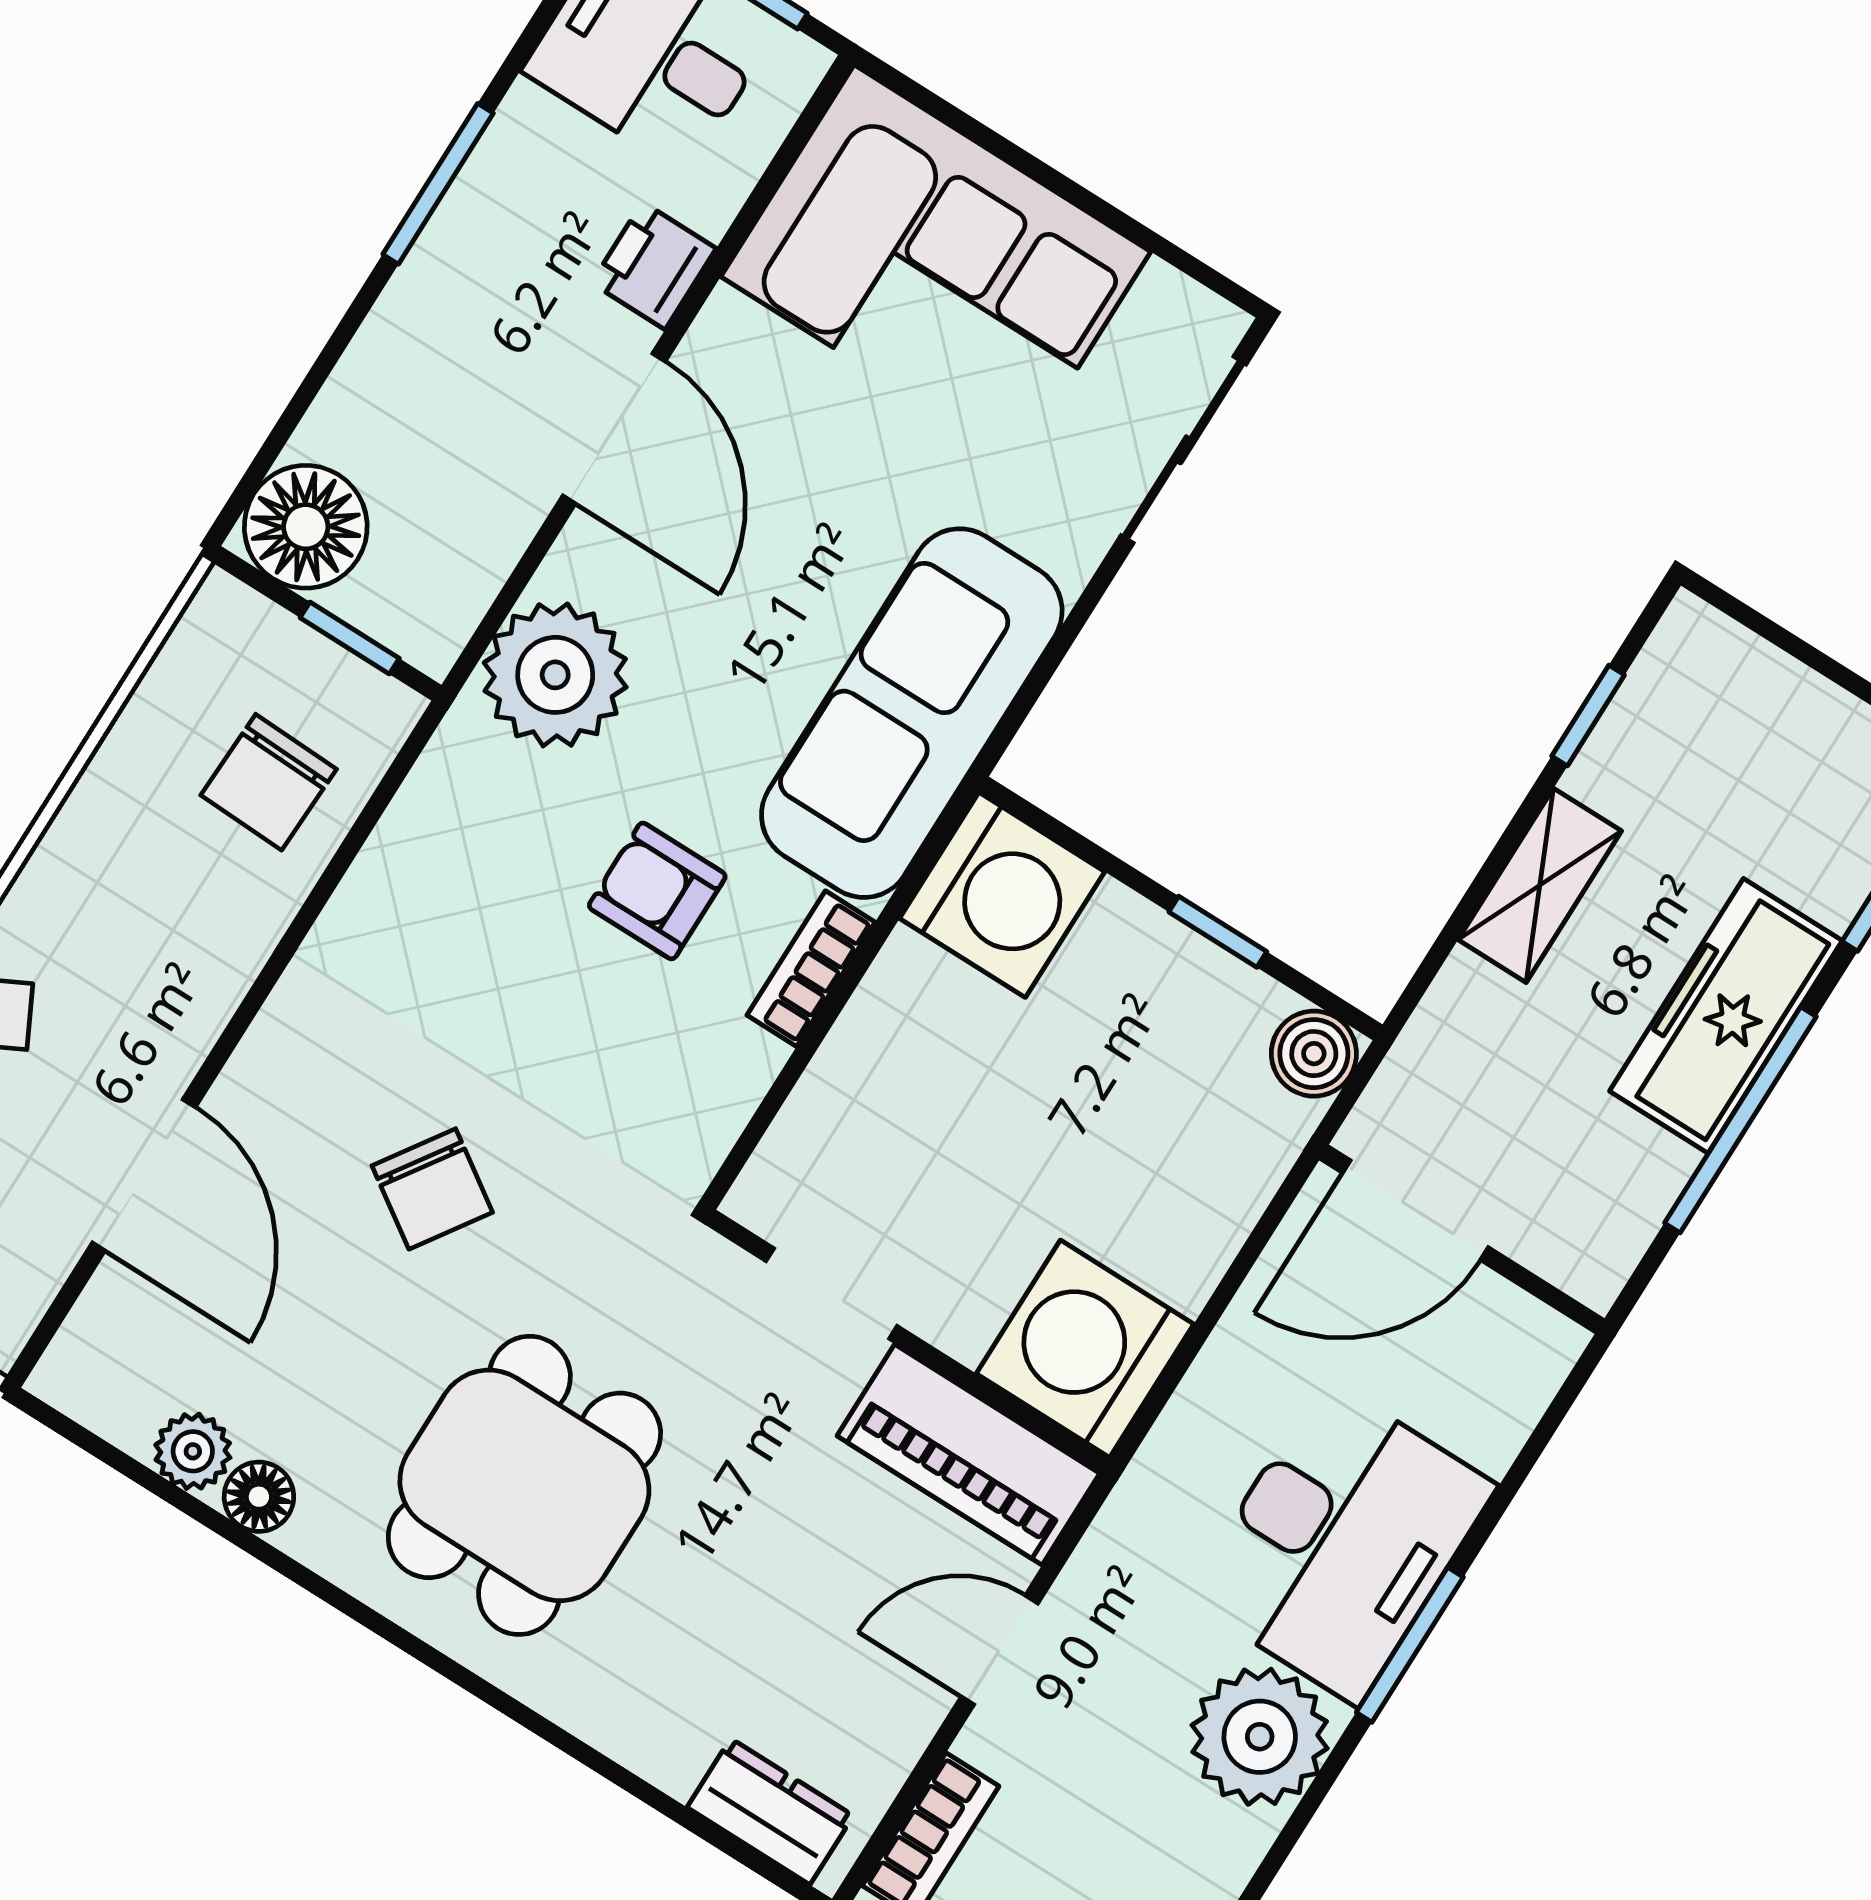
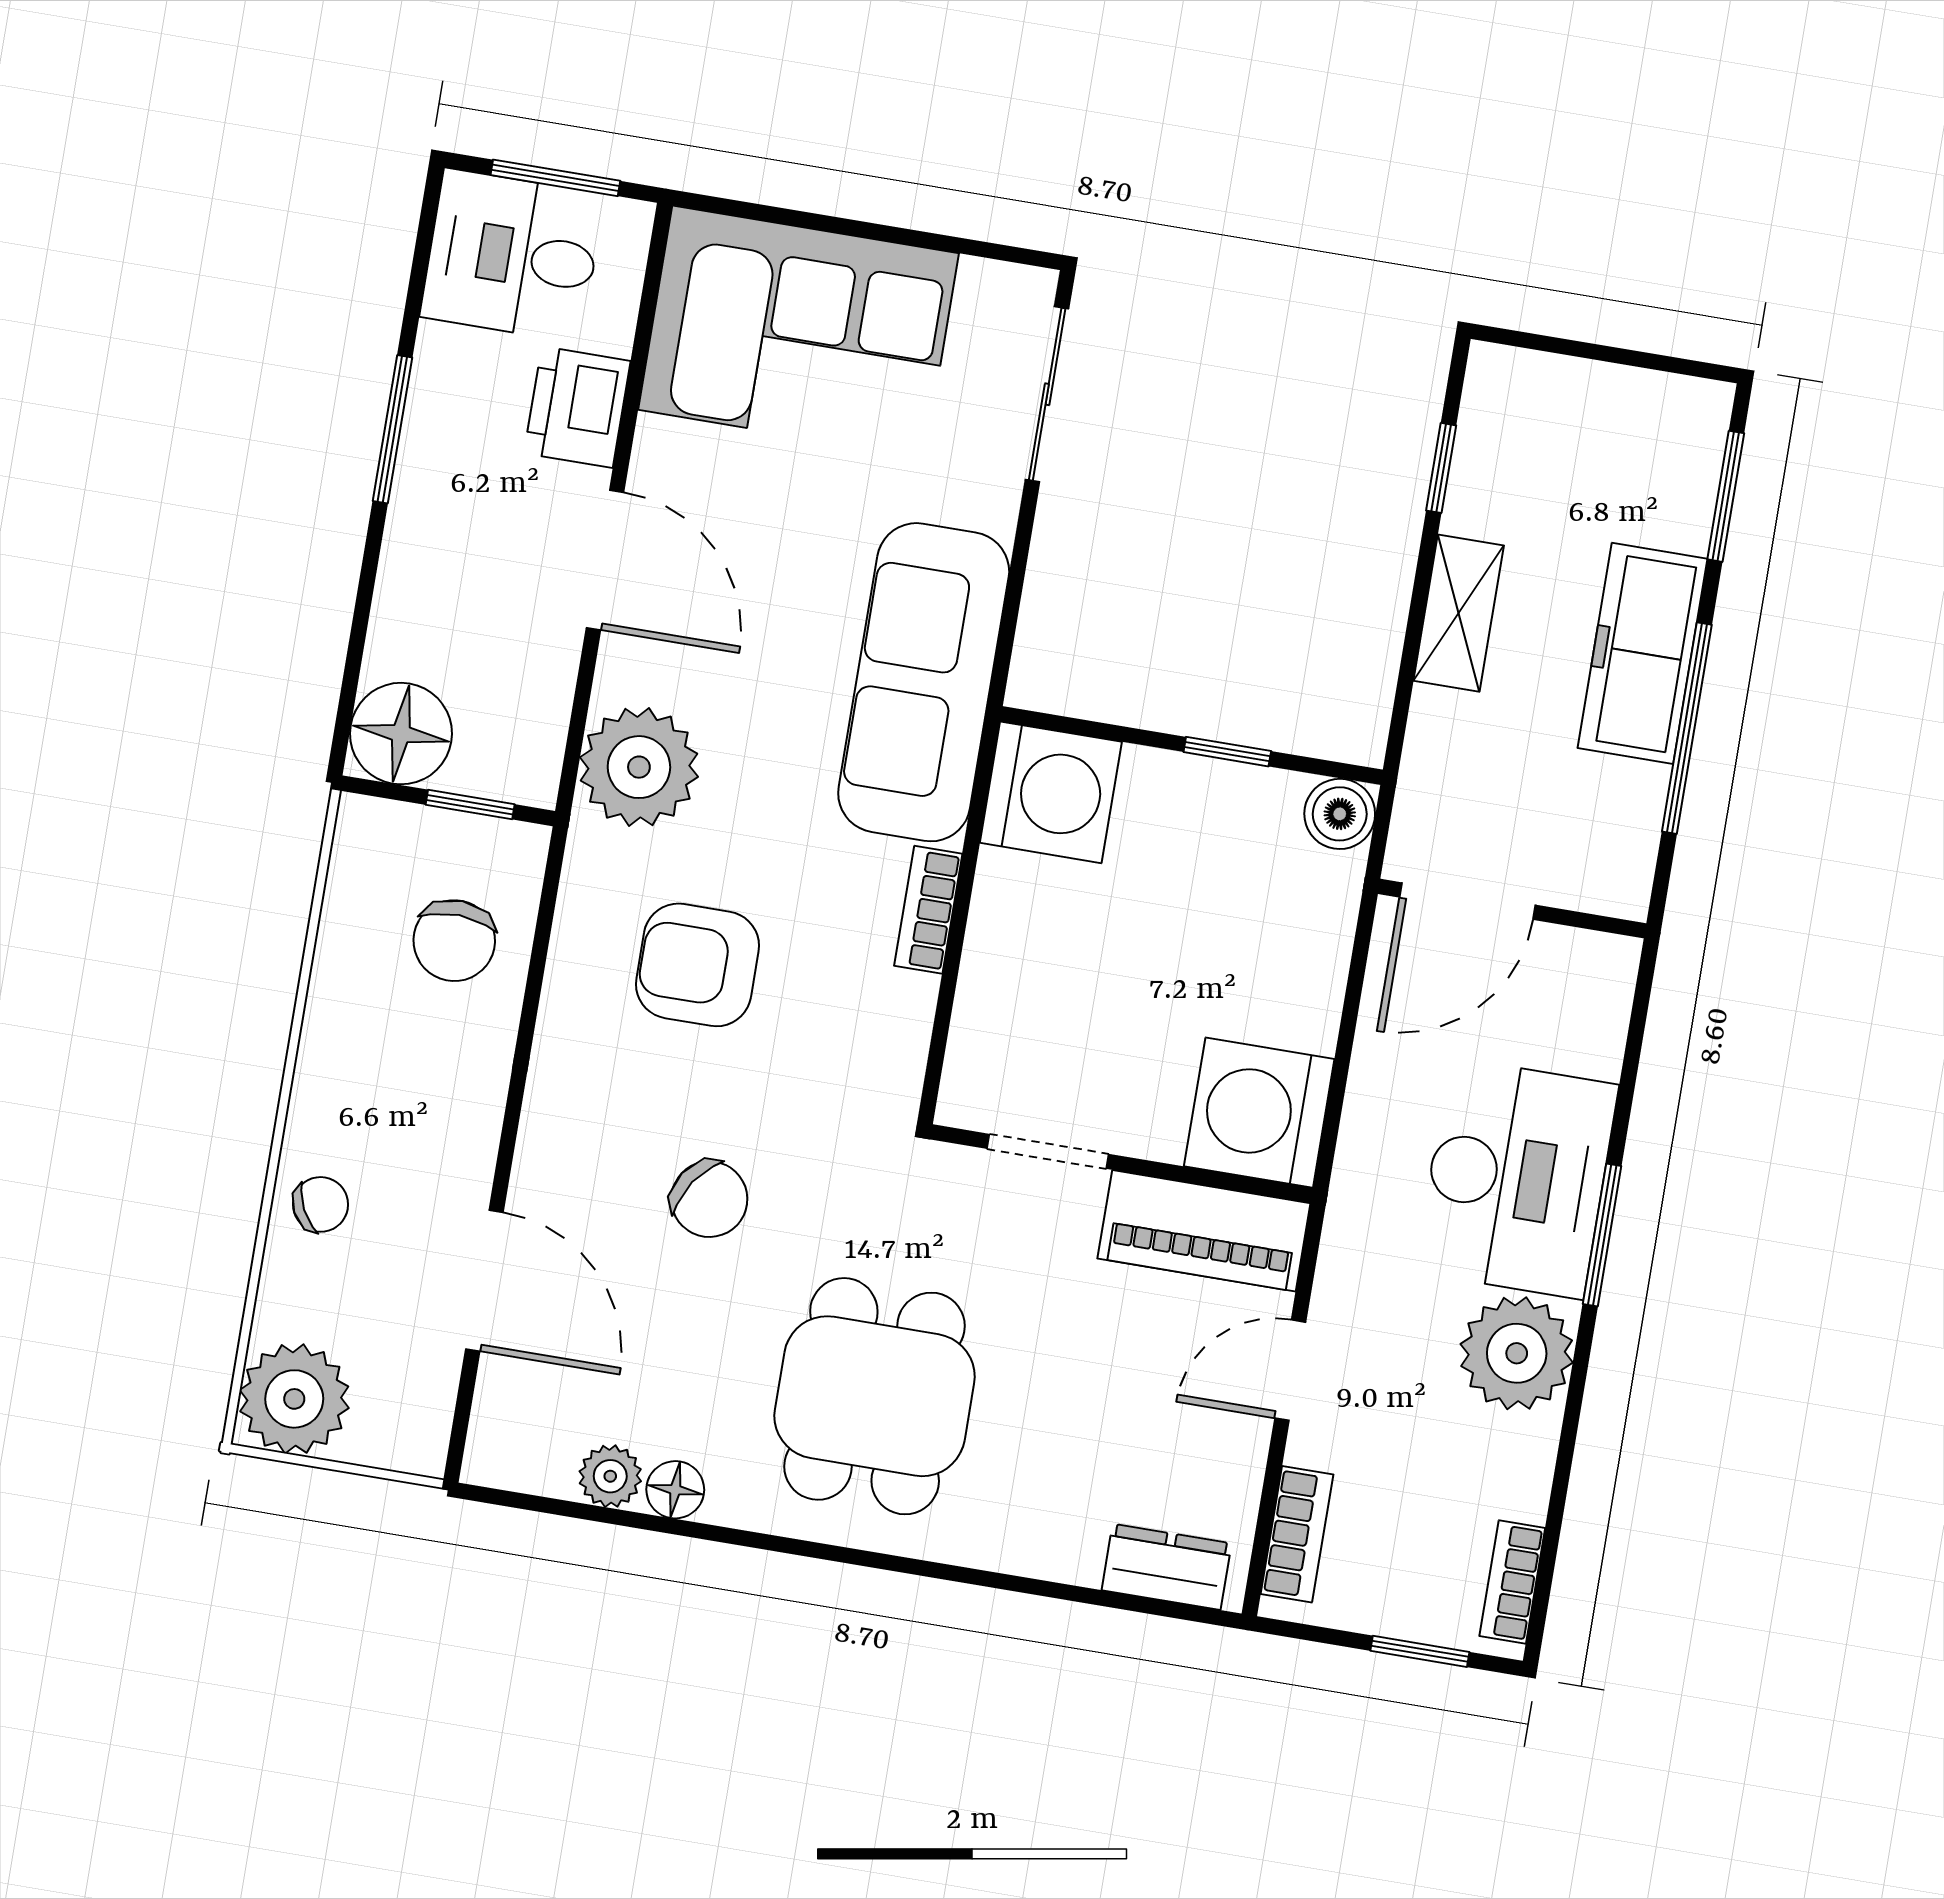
printer: (654, 266) -> (577, 407), width x1.36, depth x1.24
armchair: (657, 891) -> (697, 965), moved, width x1.38, depth x1.38

